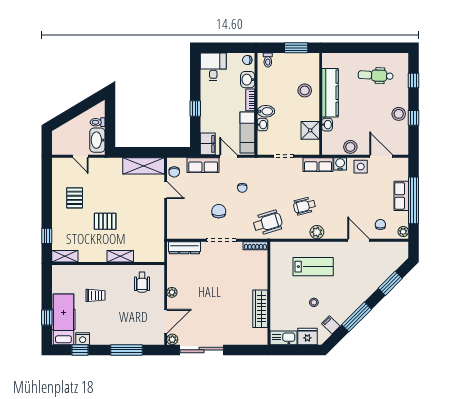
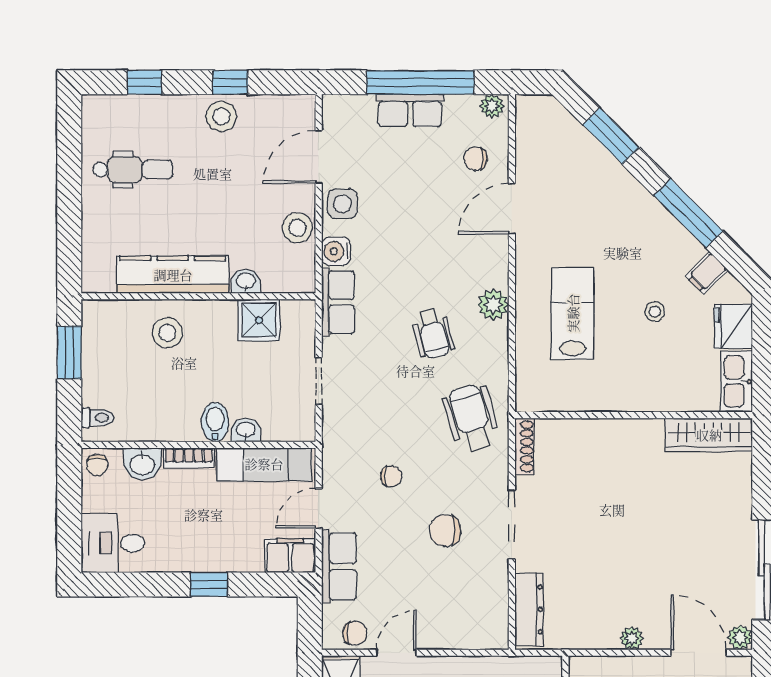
dental chair: (376, 75) -> (133, 170), turned -93
wardrobe: (260, 309) -> (709, 435), moved

